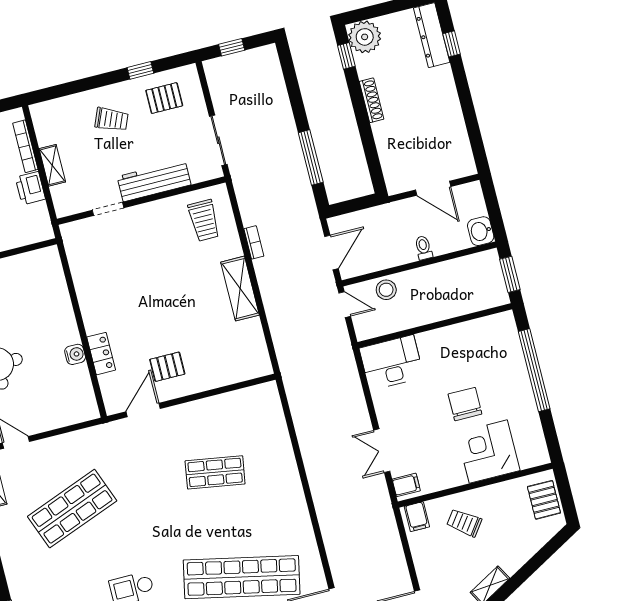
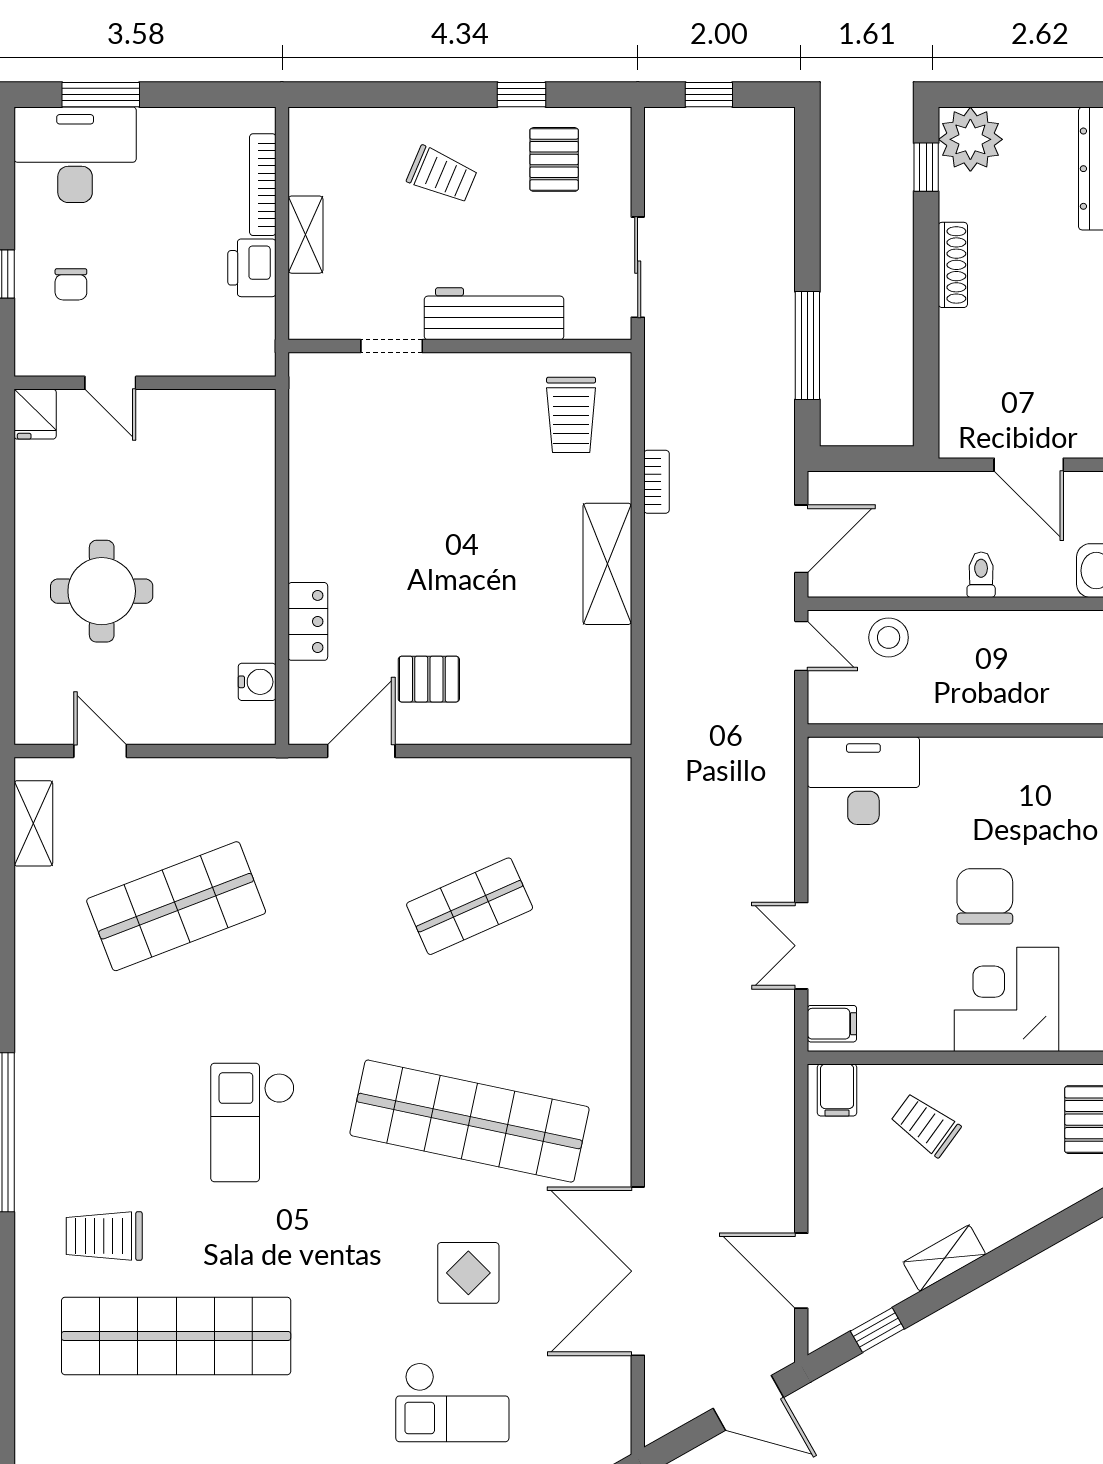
pallet: (164, 98) -> (554, 159), turned 90
water cooler: (75, 354) -> (257, 682), moved
shop shelf: (215, 472) -> (470, 906), turned -33

